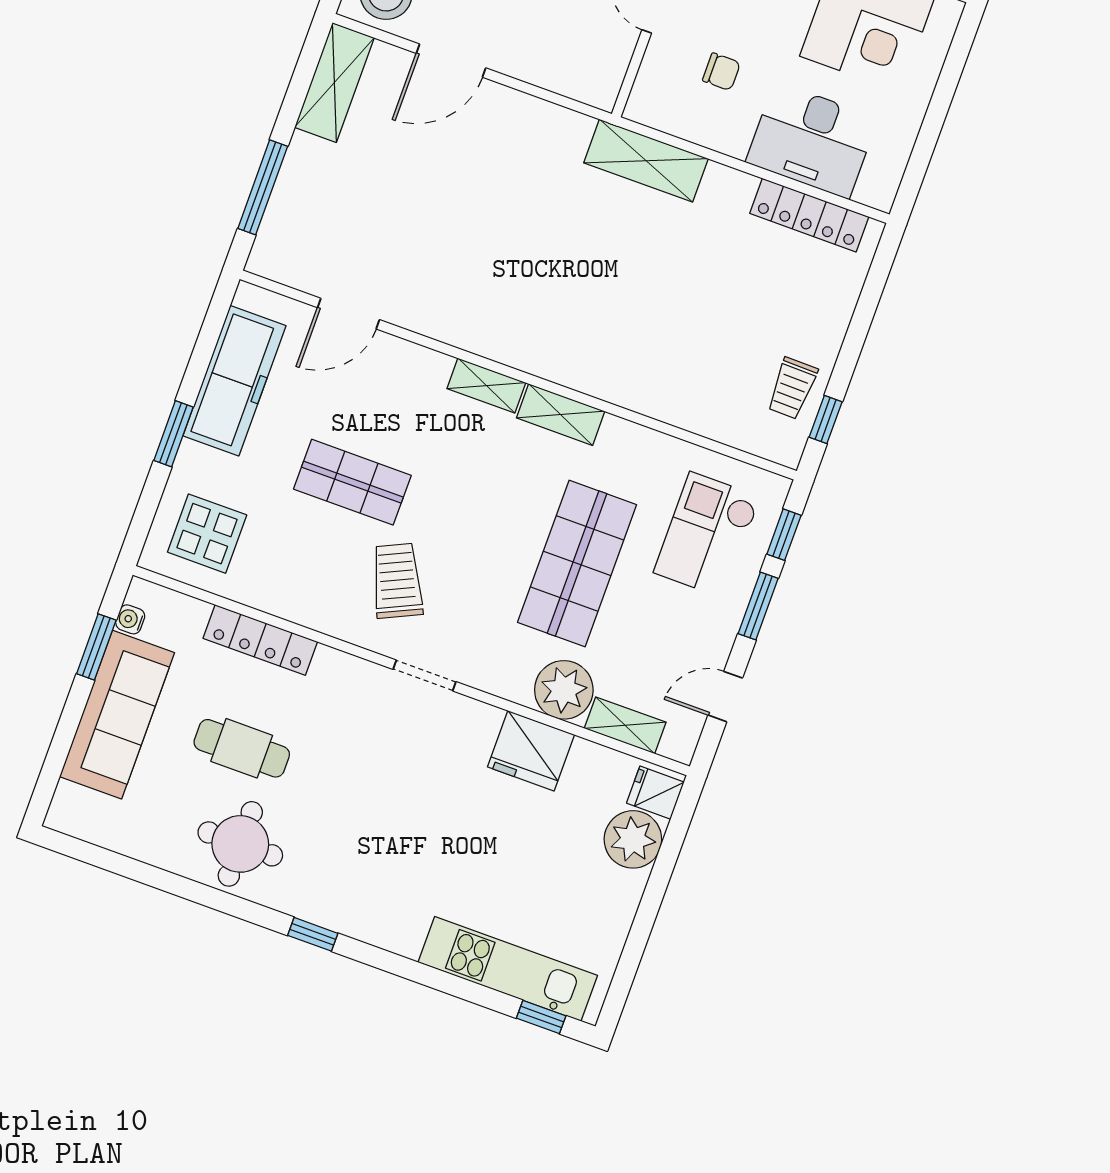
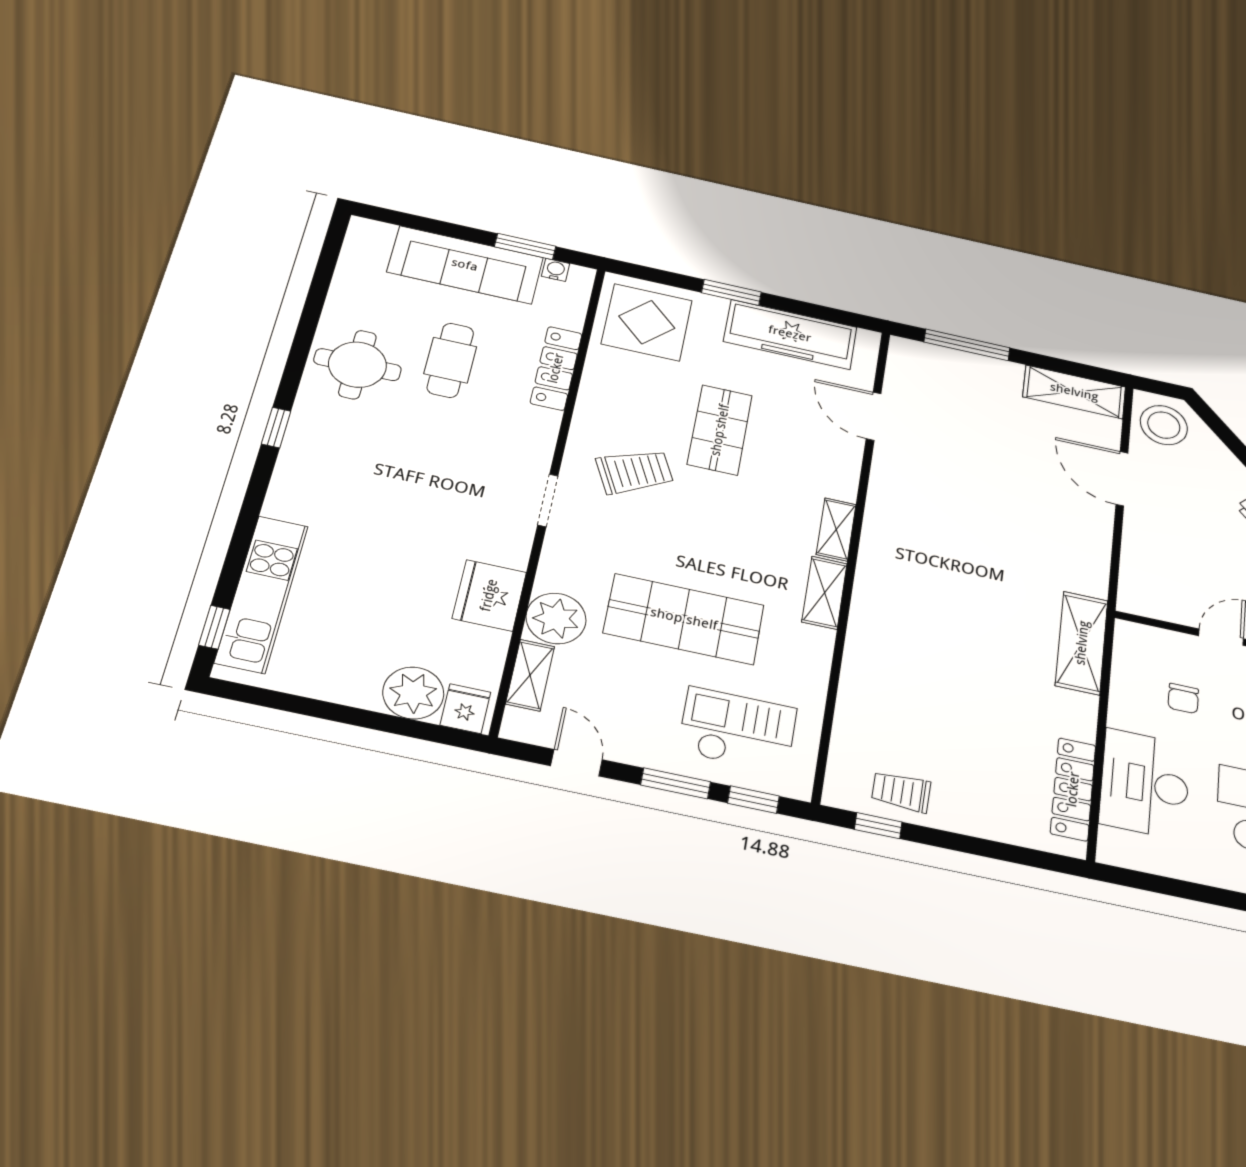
display table: (207, 534) -> (647, 322), width x1.36, depth x1.36

